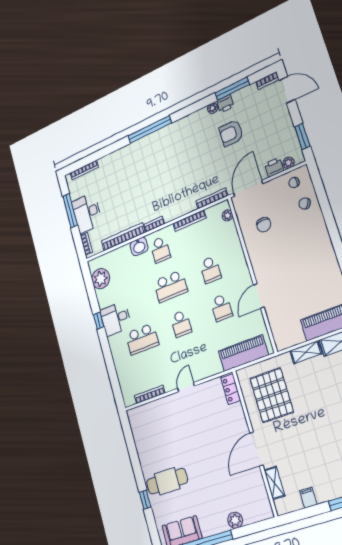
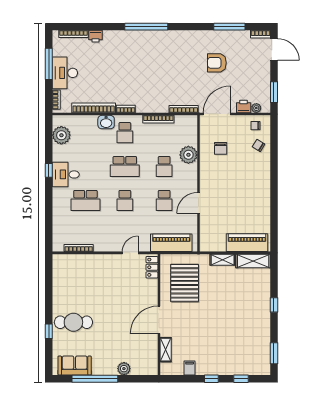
printer: (225, 104) -> (96, 36), moved
plant: (212, 108) -> (208, 35), removed
plant: (227, 215) -> (188, 155), moved, width x1.87, depth x1.87
door: (186, 387) -> (130, 253), moved

